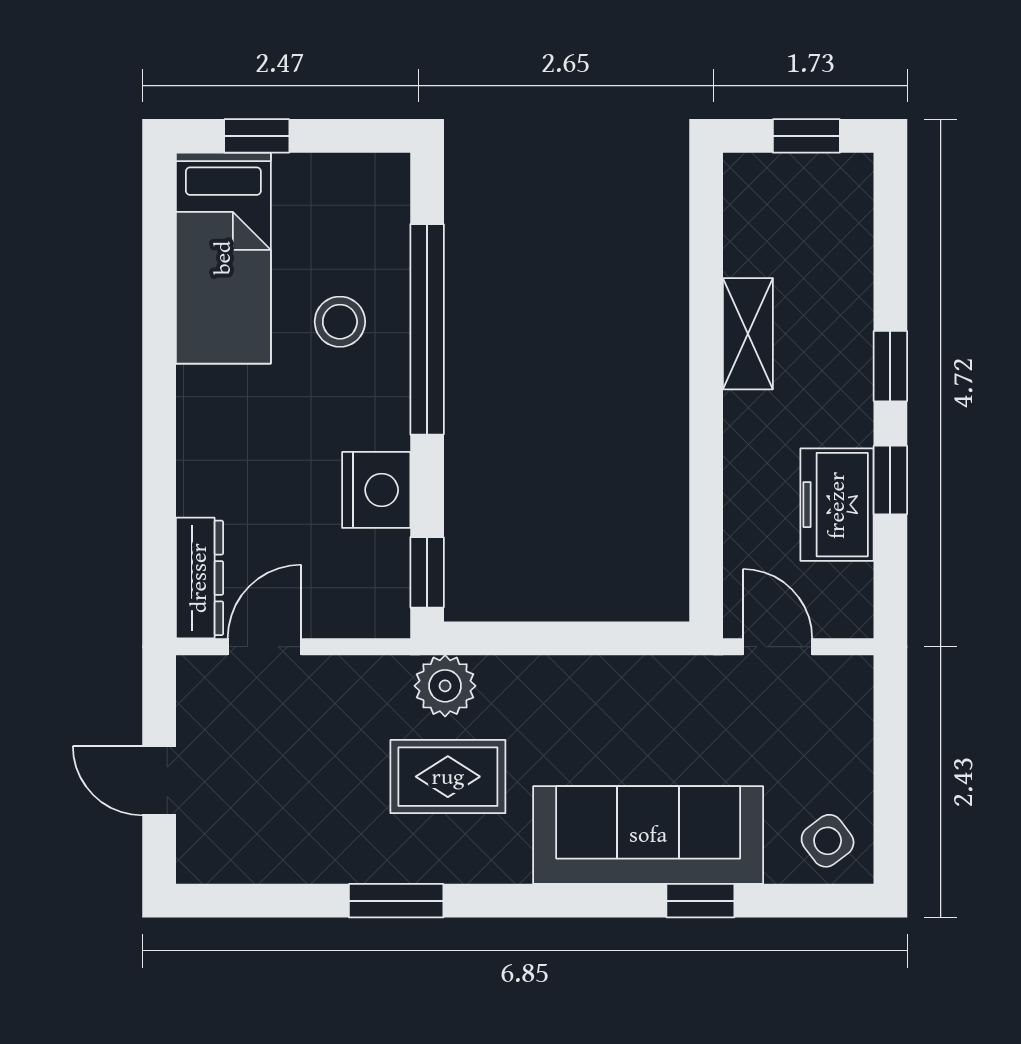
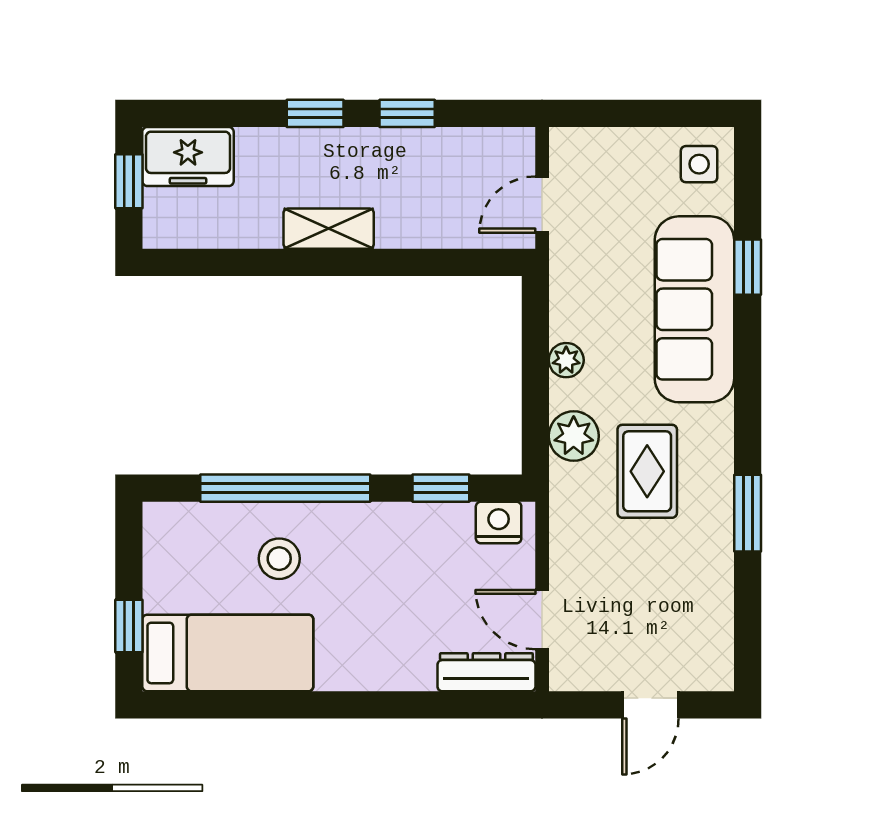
shelving: (748, 334) -> (329, 229), moved
nightstand: (376, 490) -> (499, 523), moved, width x0.74, depth x0.75
freezer: (837, 505) -> (188, 156), moved
window: (427, 572) -> (441, 488), moved
plant: (585, 677) -> (566, 360), added
plant: (445, 686) -> (574, 436), moved
side table: (828, 841) -> (699, 164), turned 37

